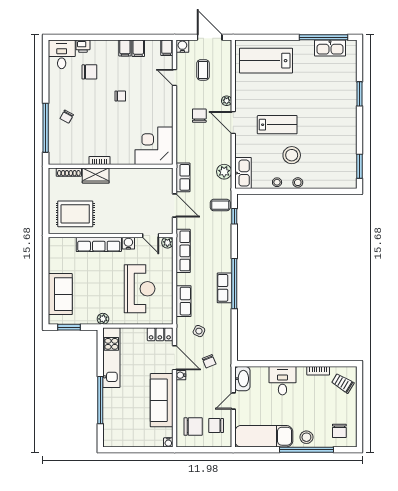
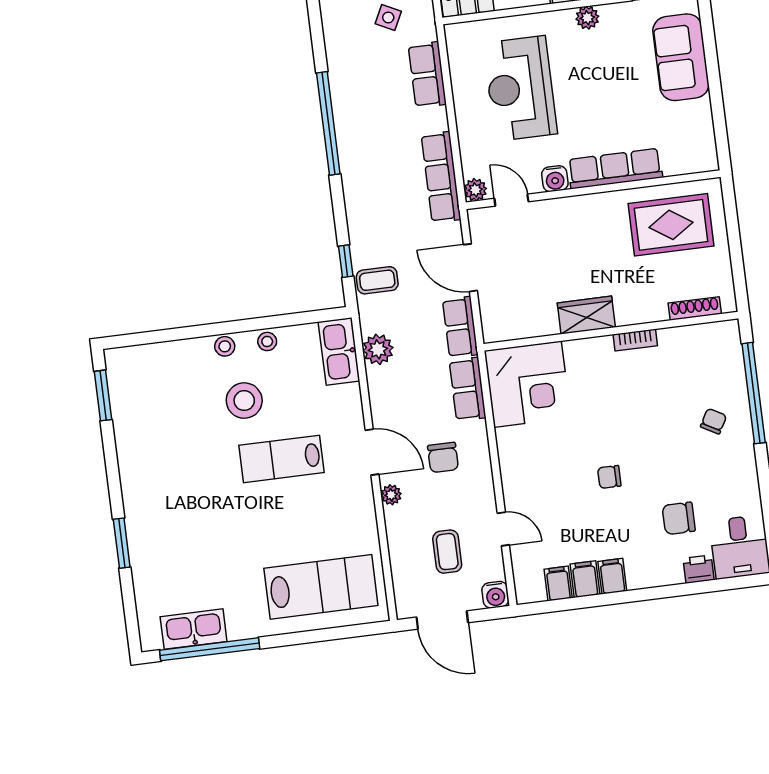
filing cabinet: (167, 48) -> (558, 583), moved
wardrobe: (96, 176) -> (586, 315), moved
row of seats: (224, 288) -> (468, 389), moved, turned 180

